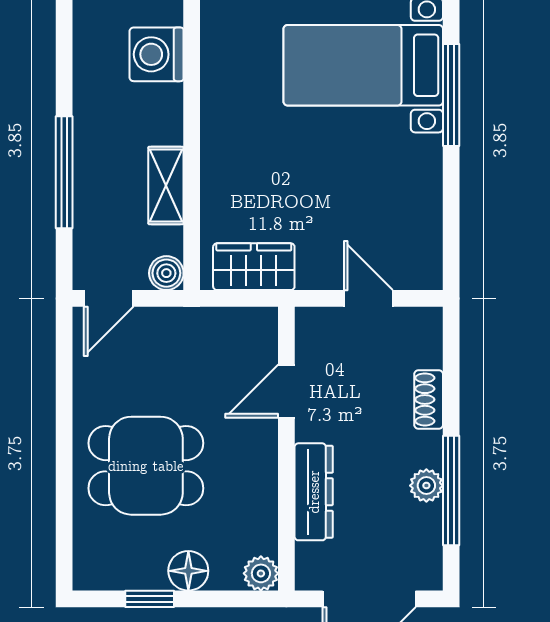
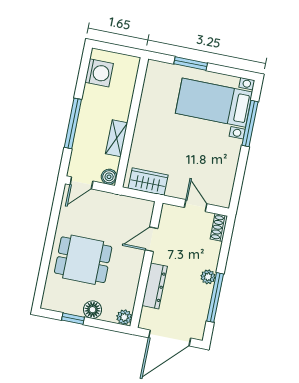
washing machine: (157, 54) -> (99, 73), moved, turned 180
shoe rack: (429, 399) -> (219, 228), moved
plant: (426, 486) -> (208, 277), moved

